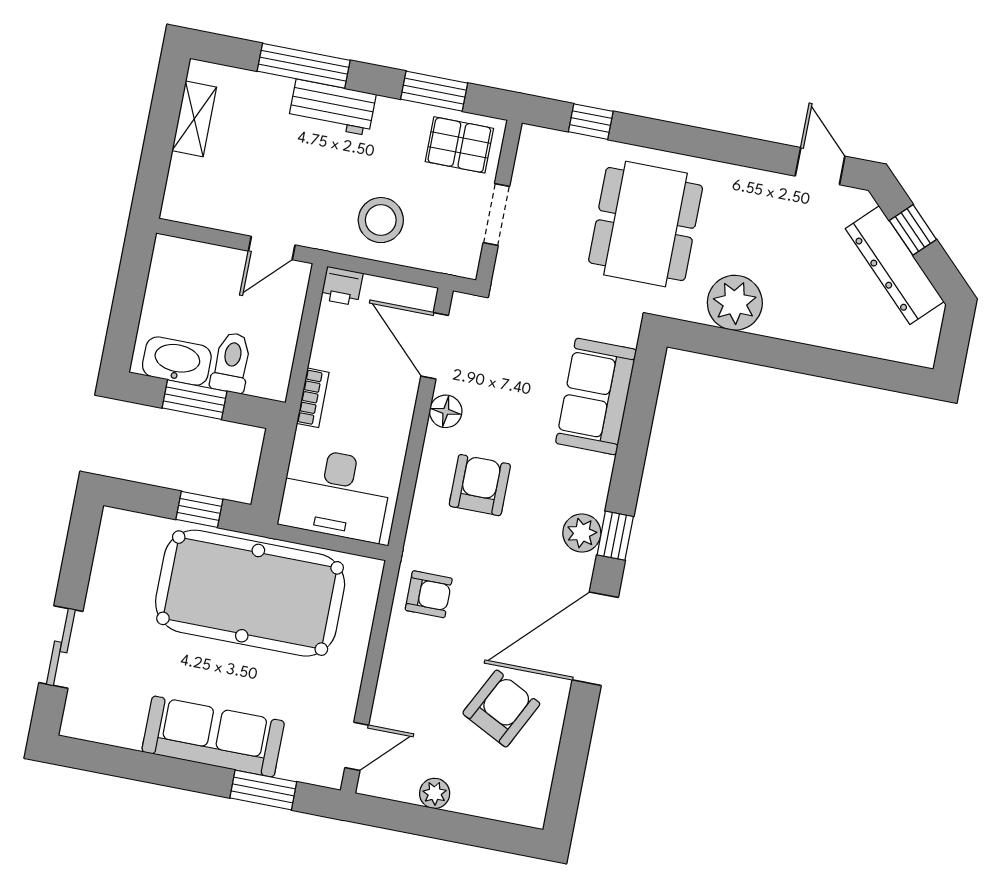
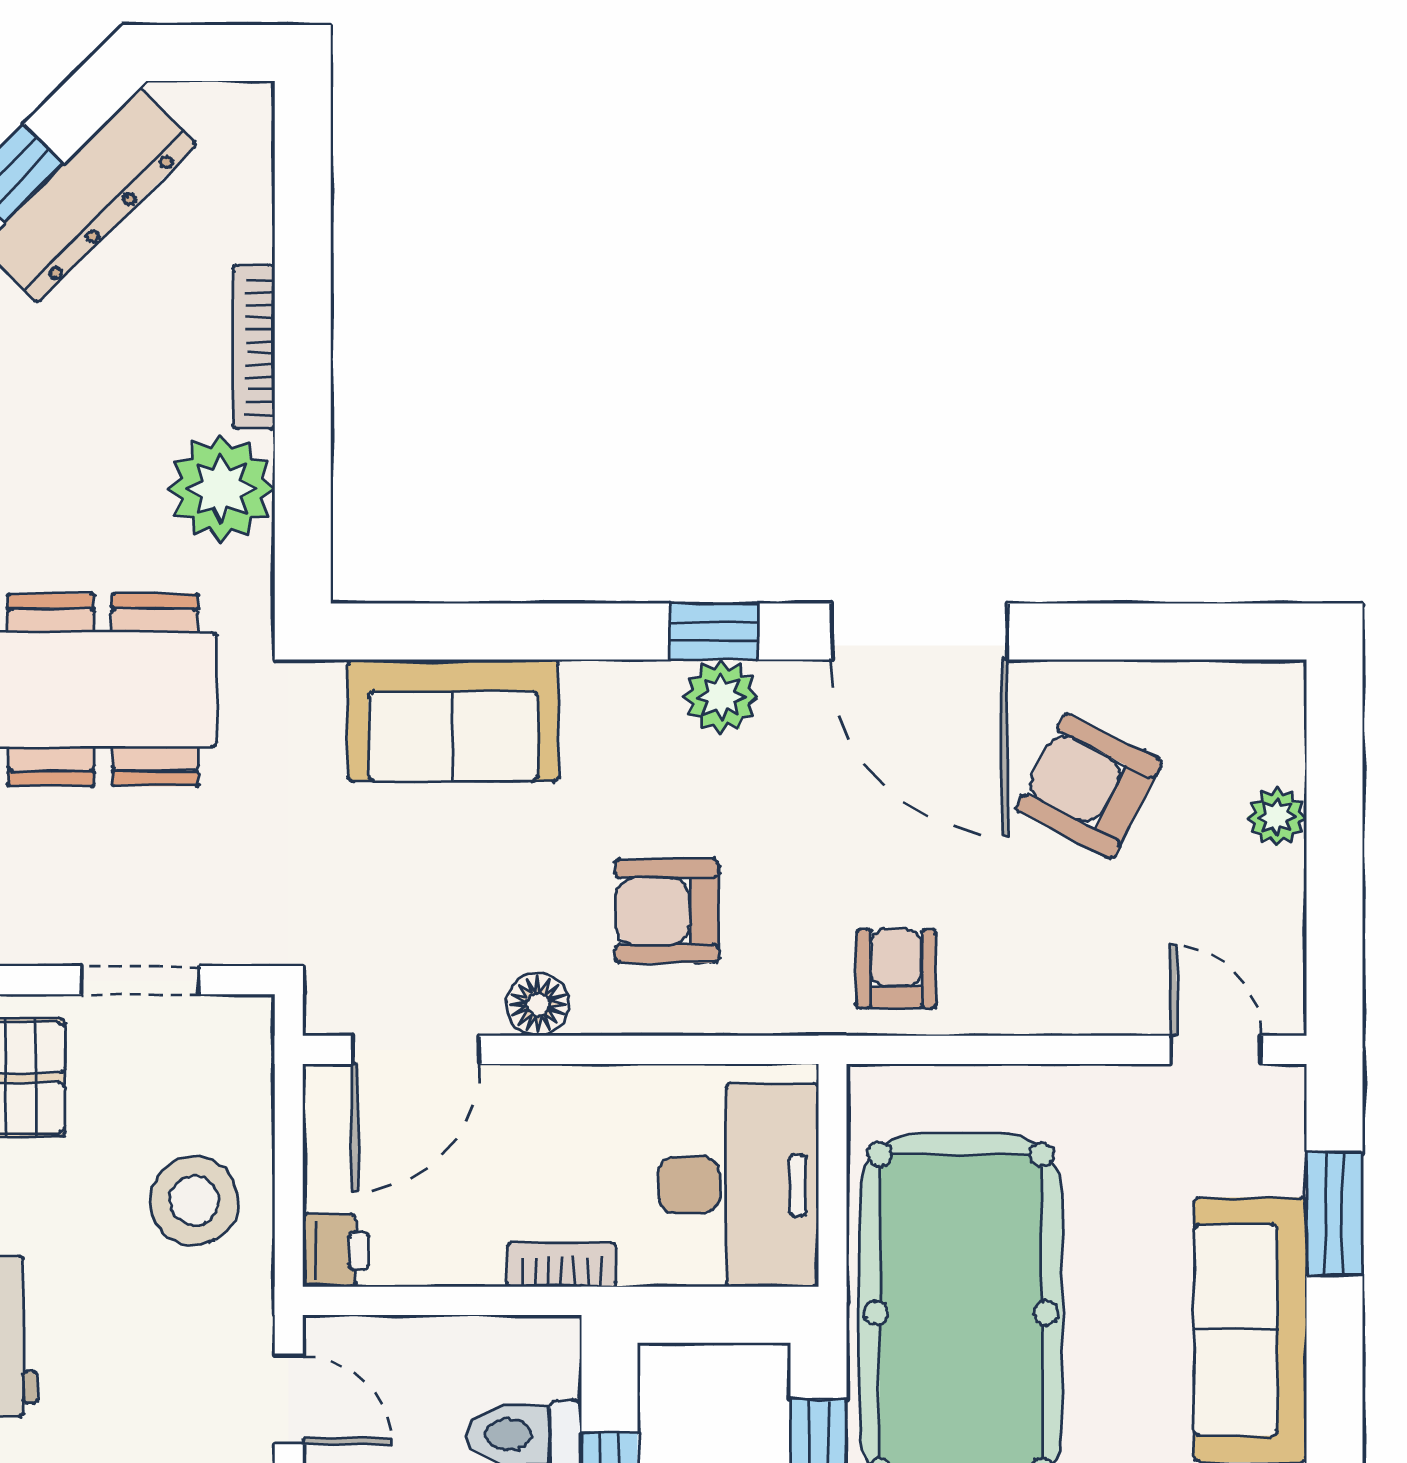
bookcase: (802, 333) -> (254, 347), added
plant: (435, 793) -> (1277, 817), moved

